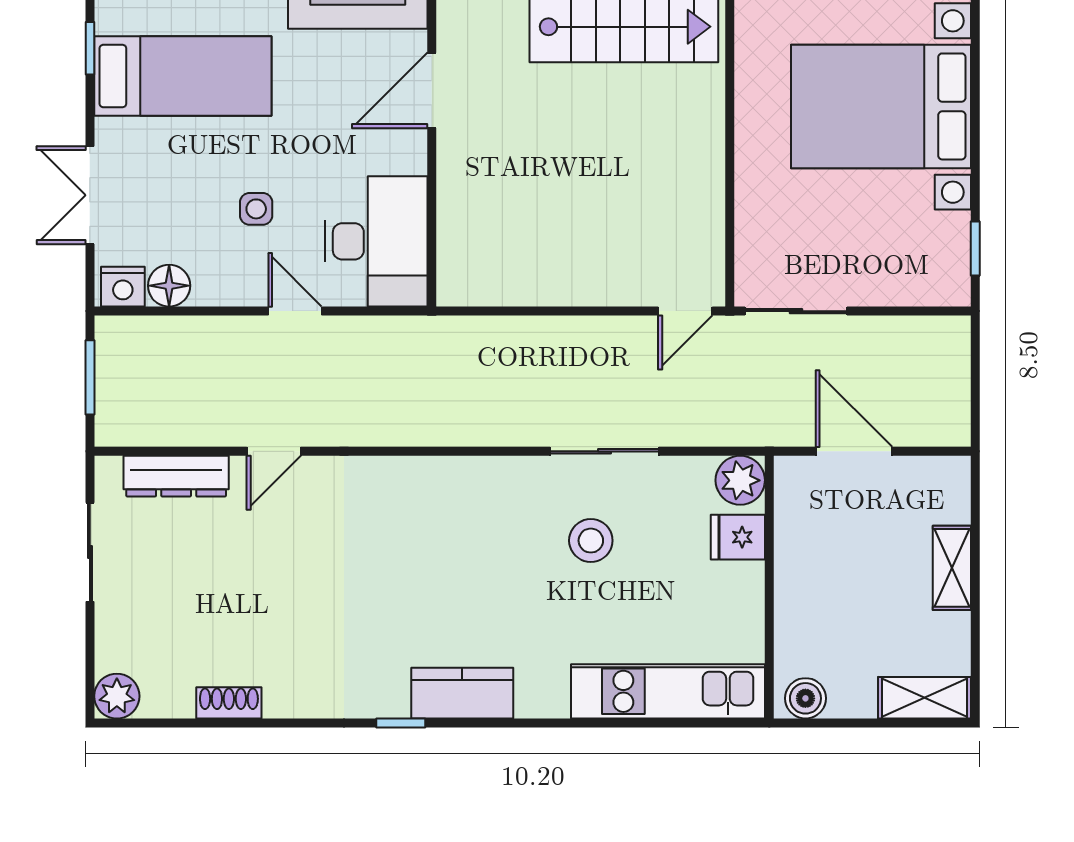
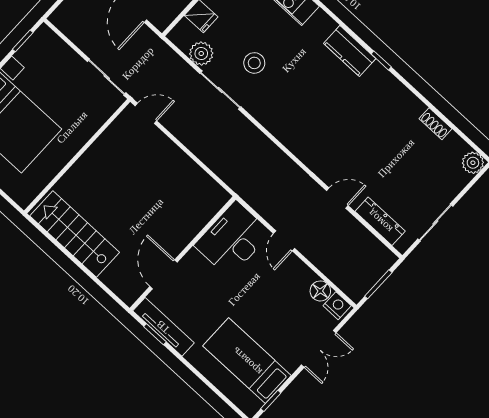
door: (432, 90) -> (164, 274), swing flipped
side table: (256, 209) -> (264, 290), removed
plant: (740, 480) -> (201, 53), moved

